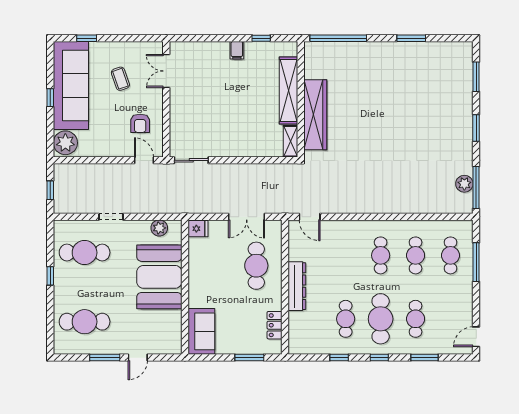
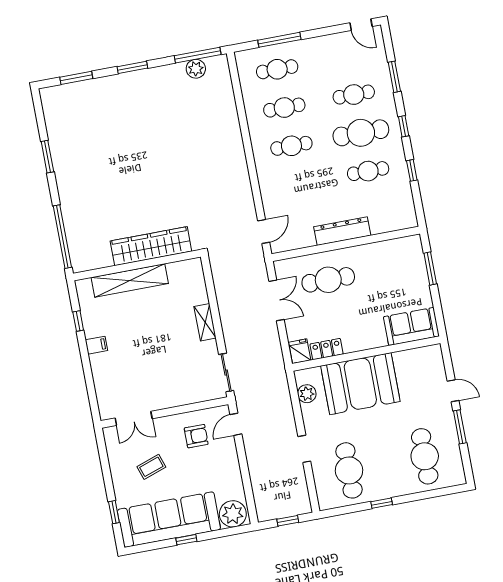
shelving: (290, 141) -> (205, 322), moved, turned 90
locker: (275, 325) -> (327, 349), moved, turned 180

